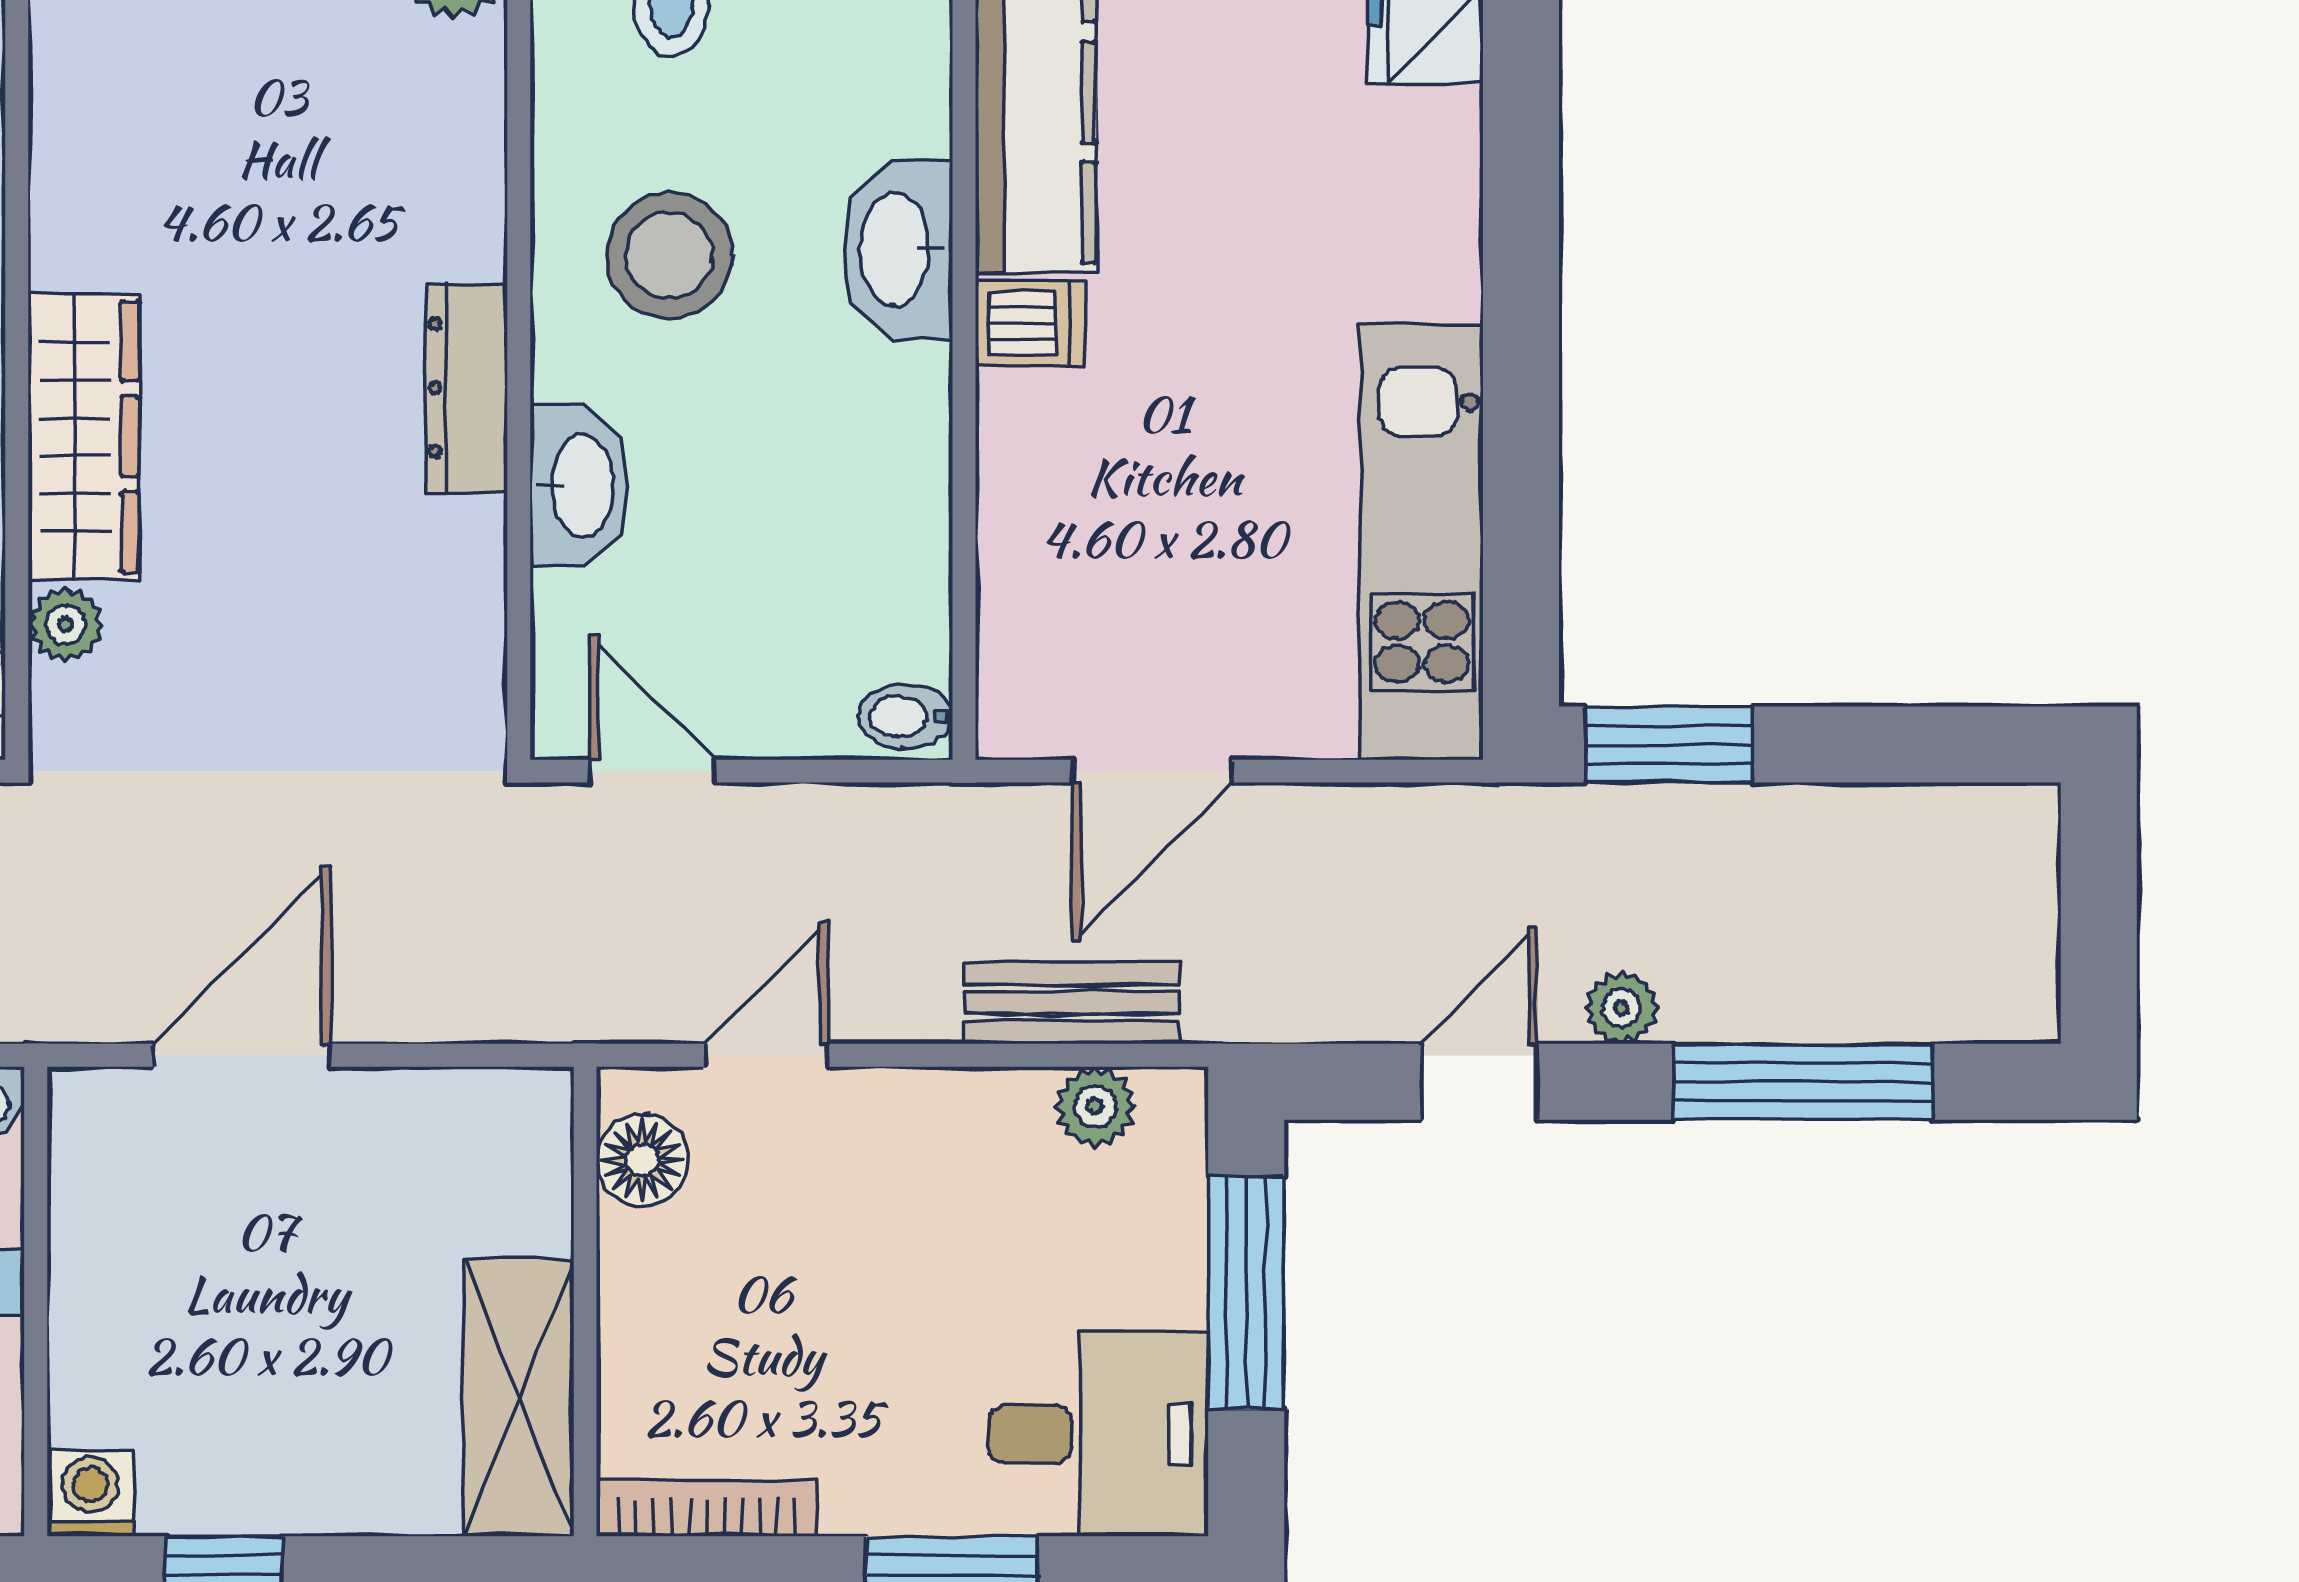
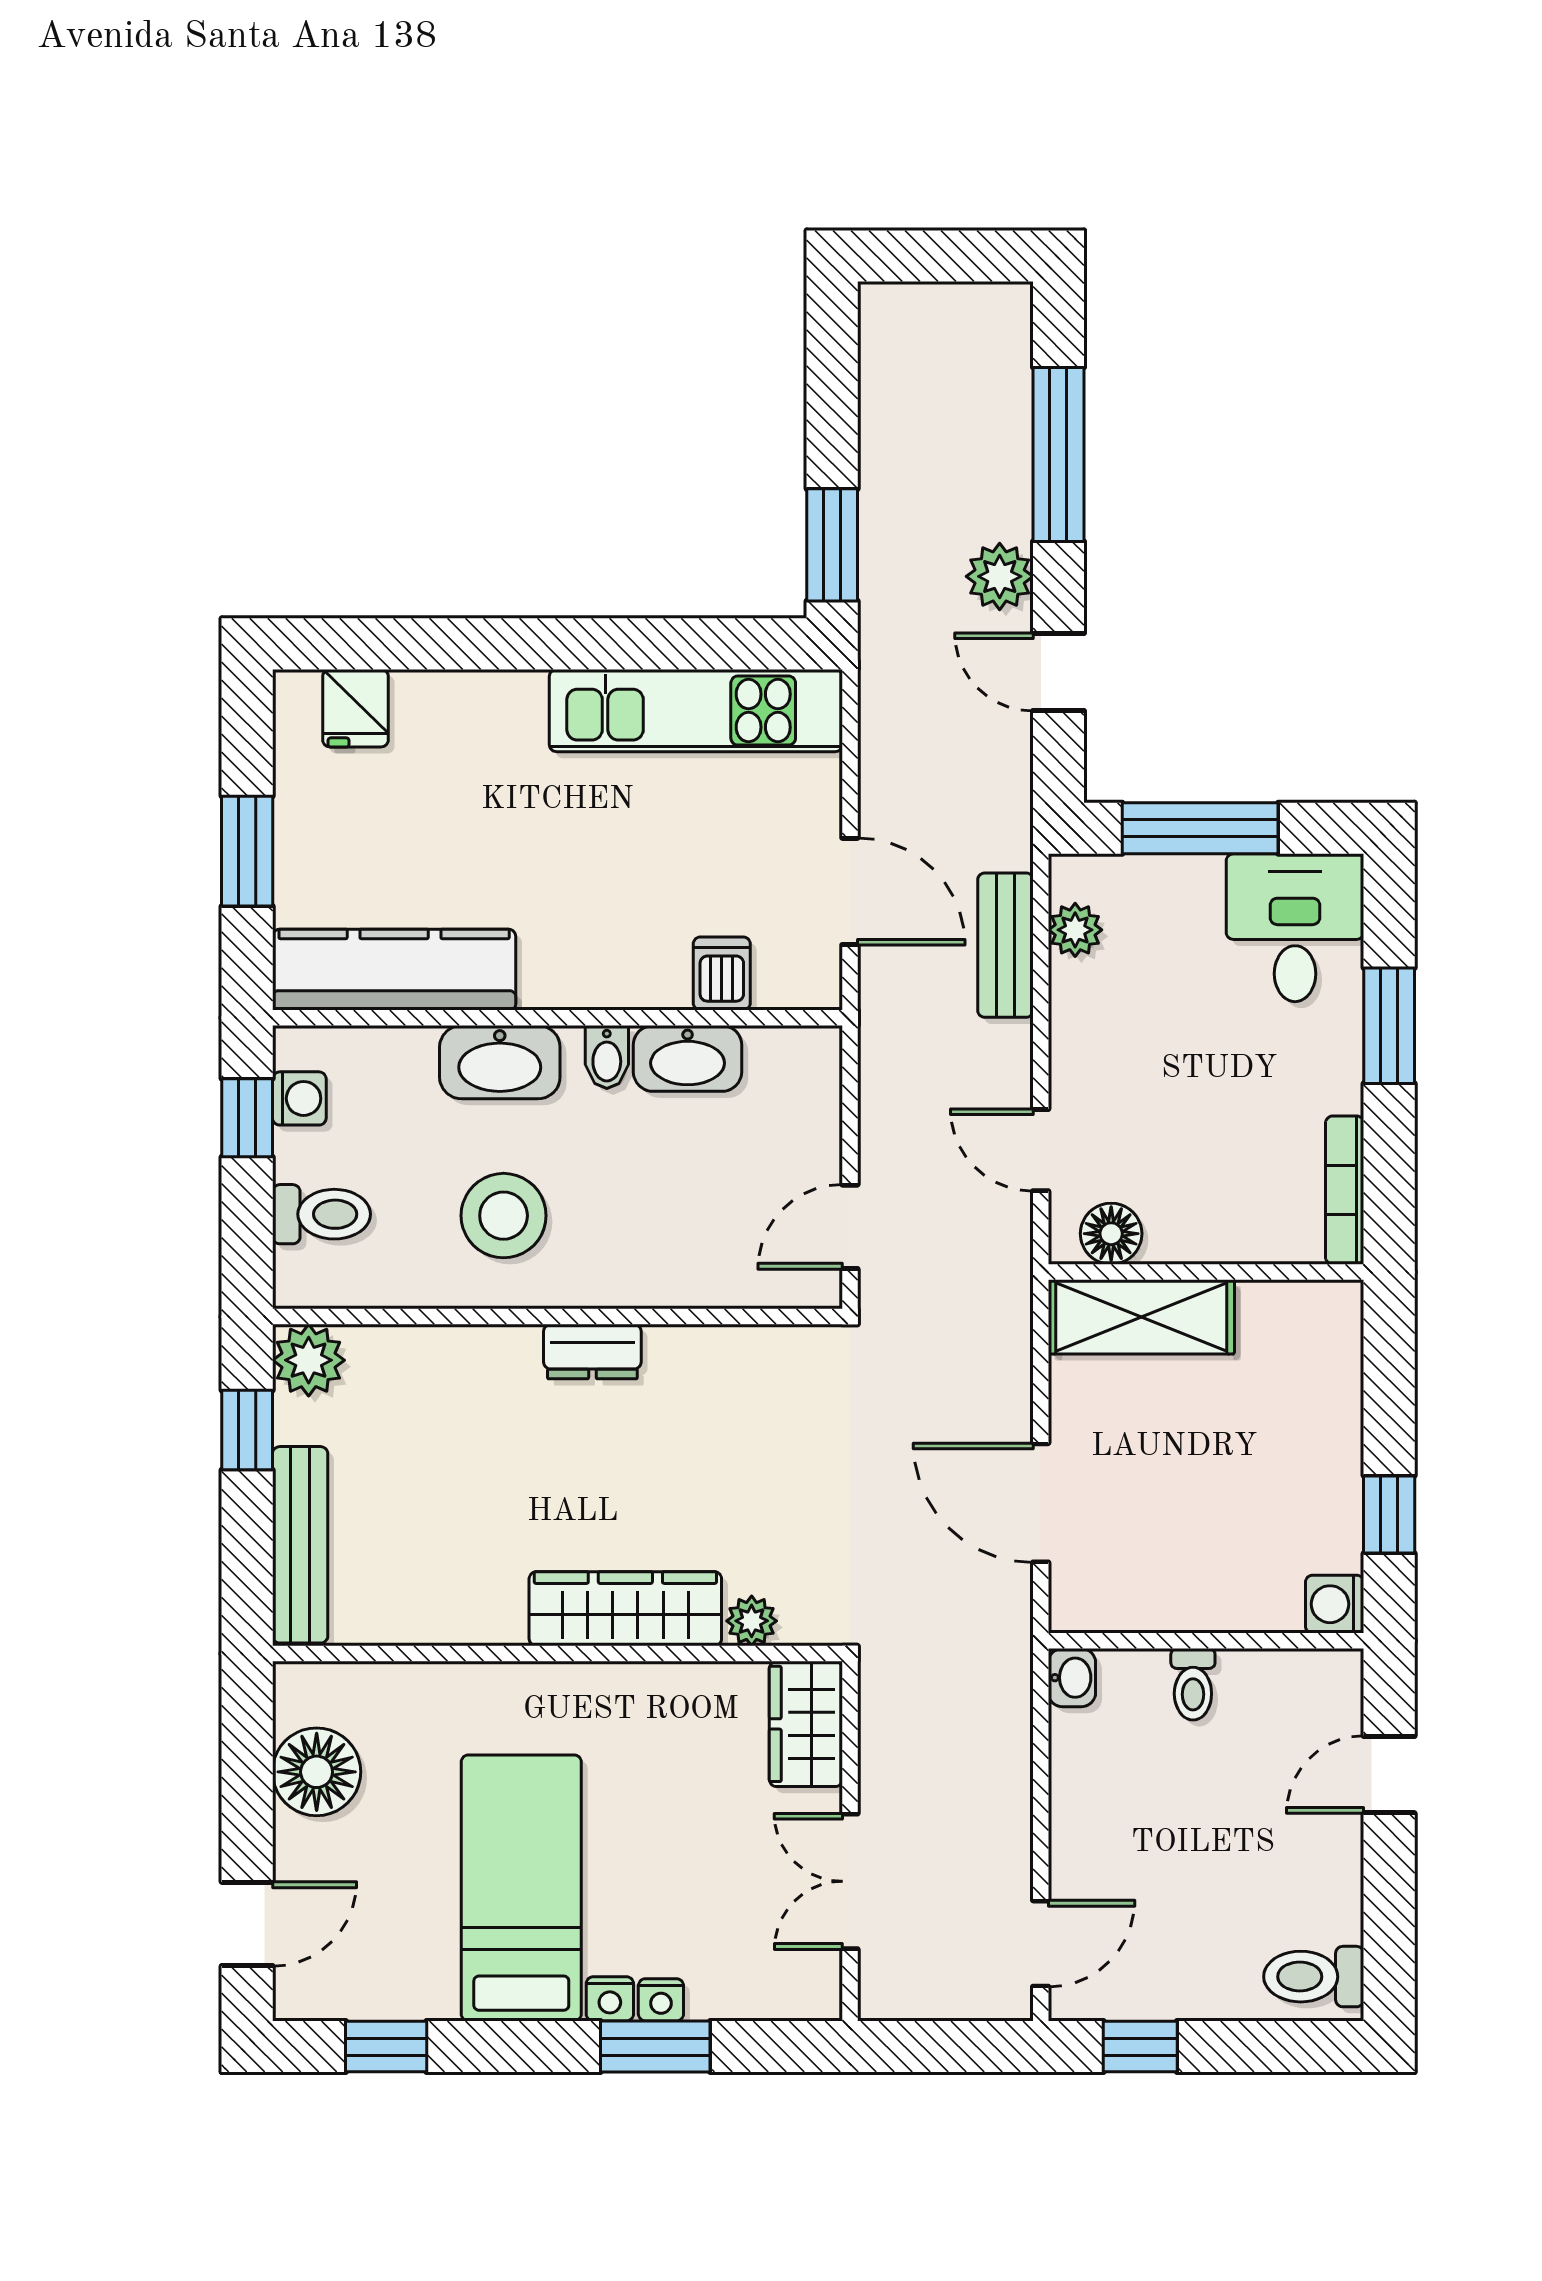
dishwasher: (1030, 323) -> (722, 973), moved
dresser: (467, 388) -> (592, 1352), width x0.70
washbasin: (579, 486) -> (688, 1058), moved, turned 180
bidet: (906, 716) -> (607, 1057), moved
plant: (1621, 1008) -> (1000, 576), width x1.38, depth x1.38
shelving: (518, 1398) -> (1141, 1317), moved

